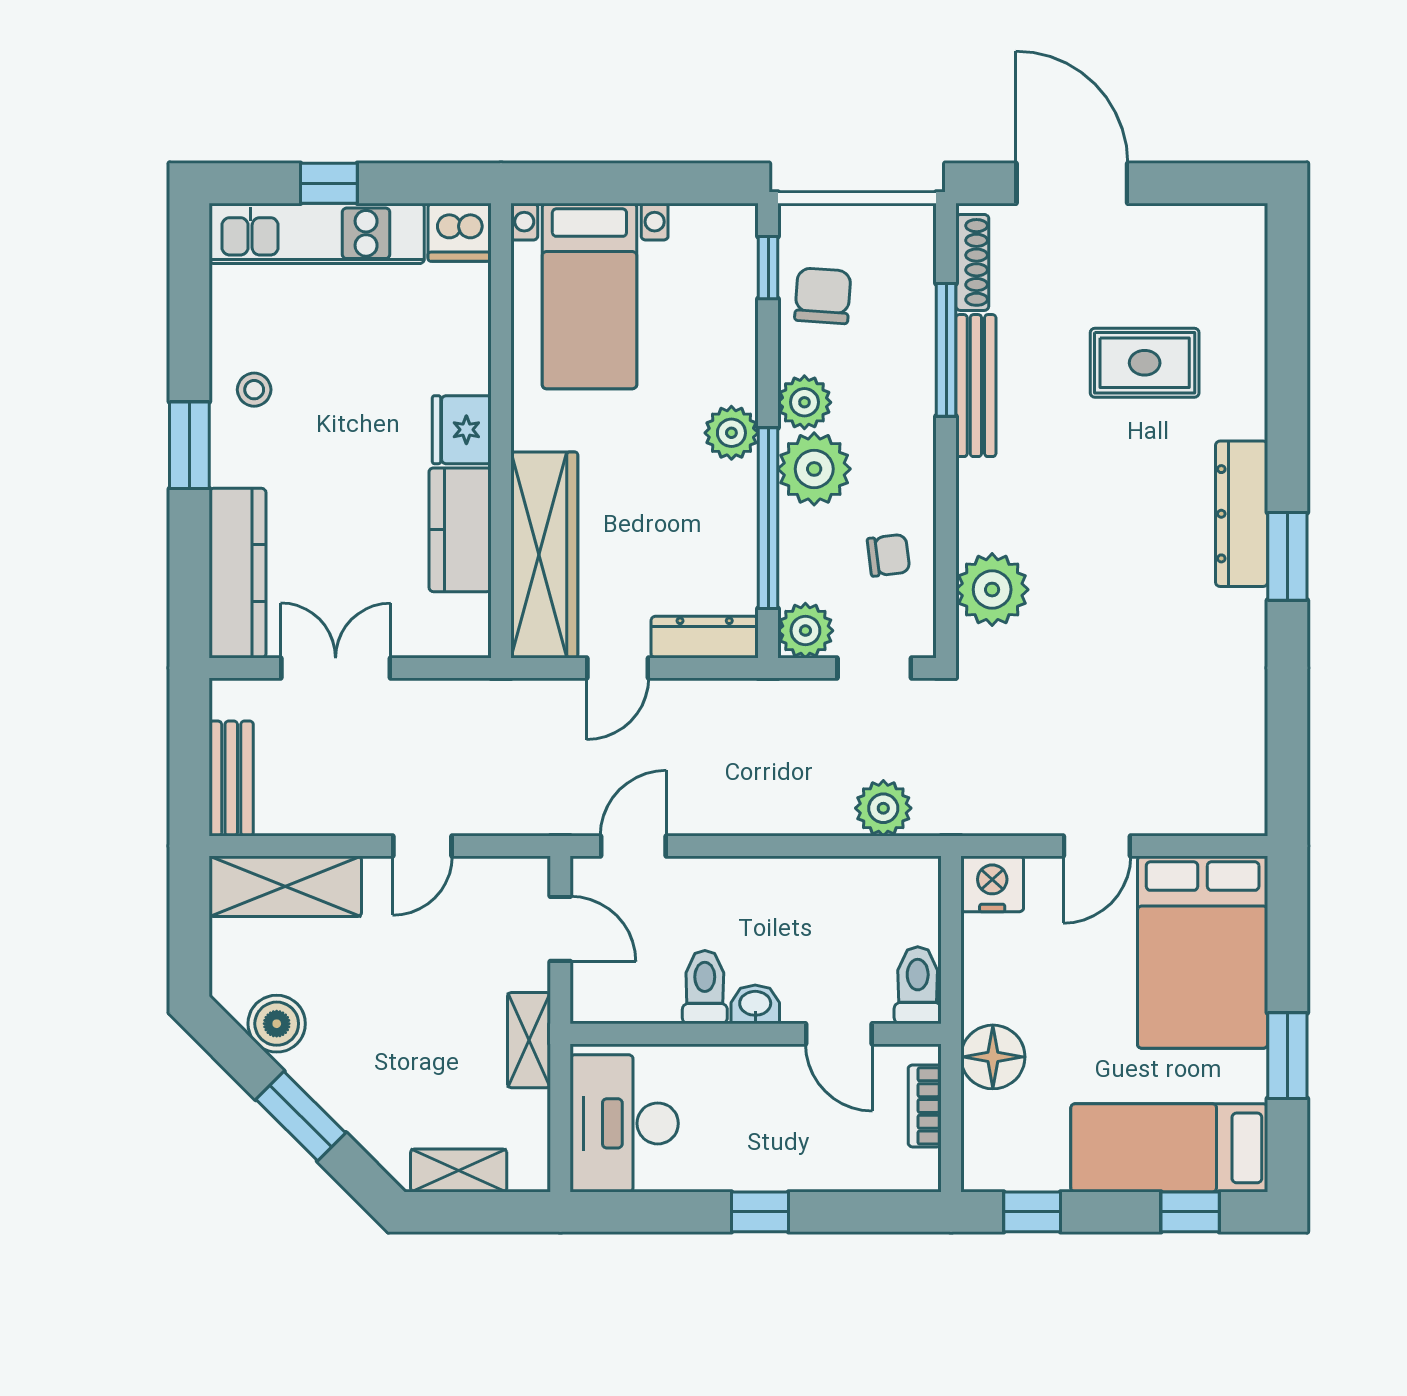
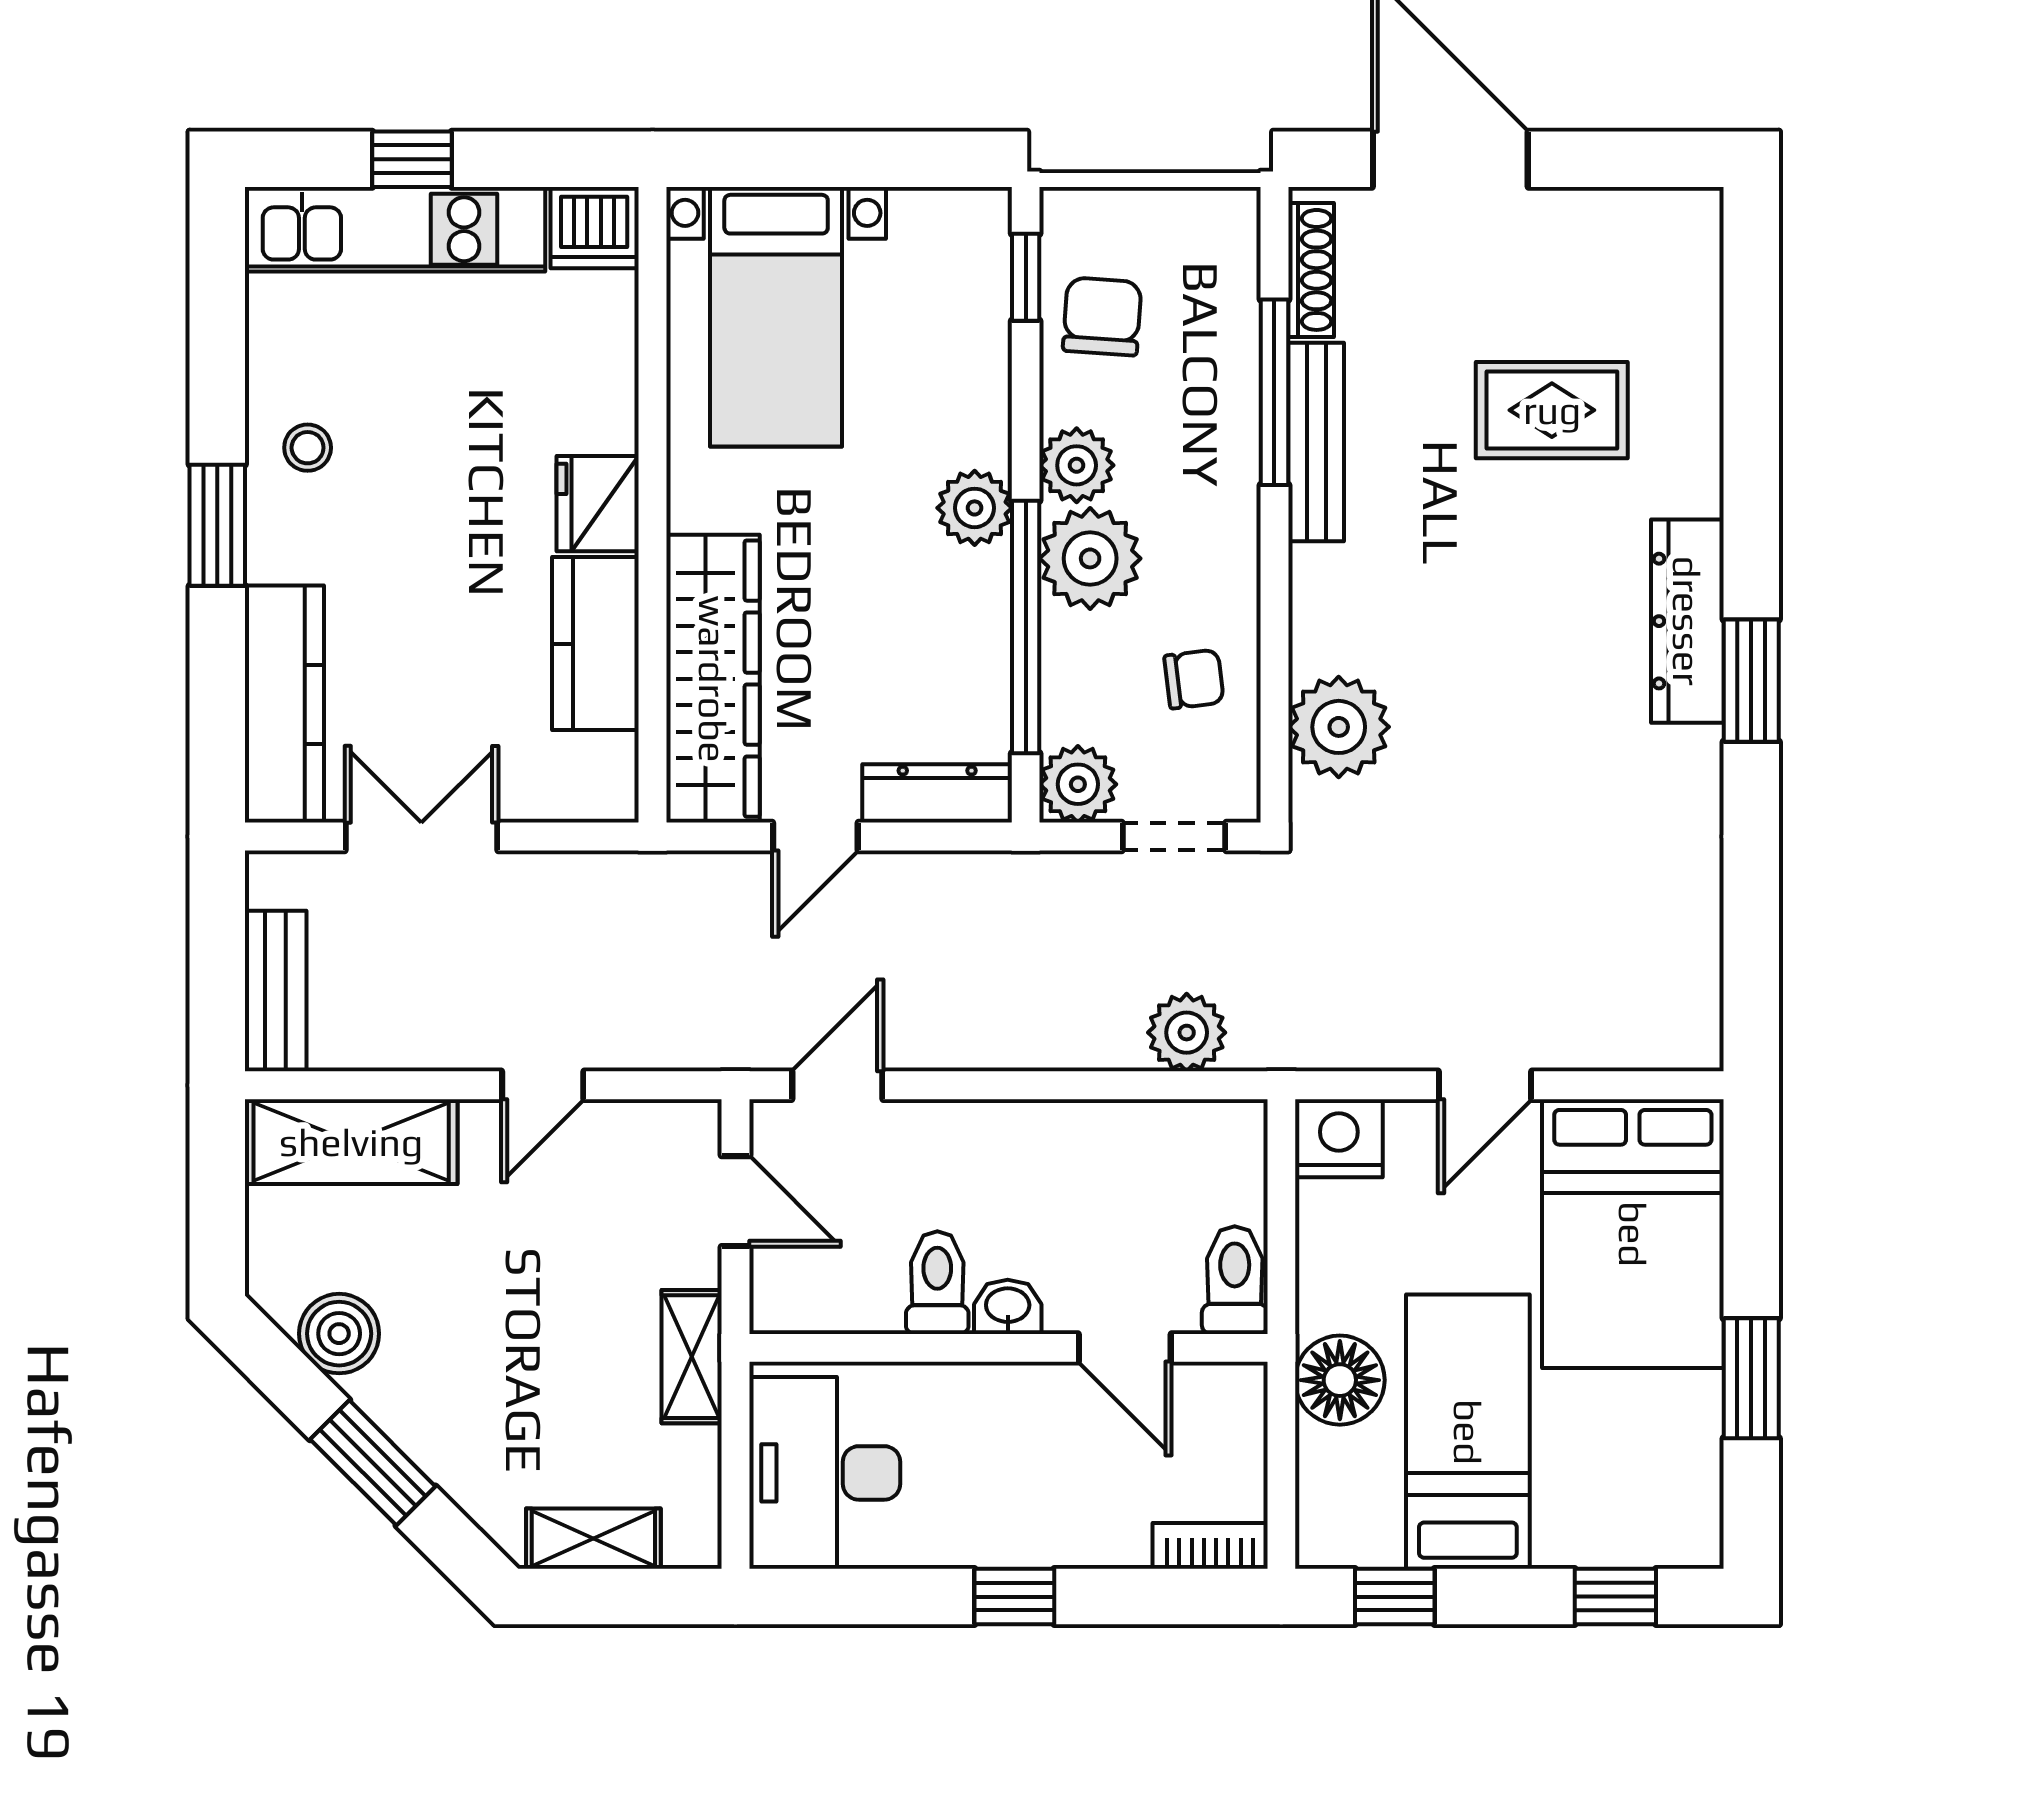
bookcase: (925, 1106) -> (1210, 1546), moved, turned 90
bed: (1169, 1148) -> (1468, 1432), moved, turned 90

